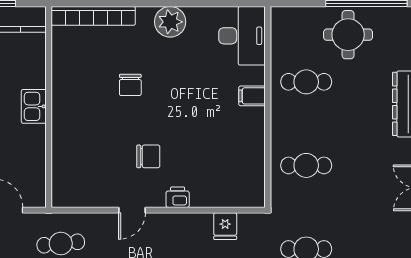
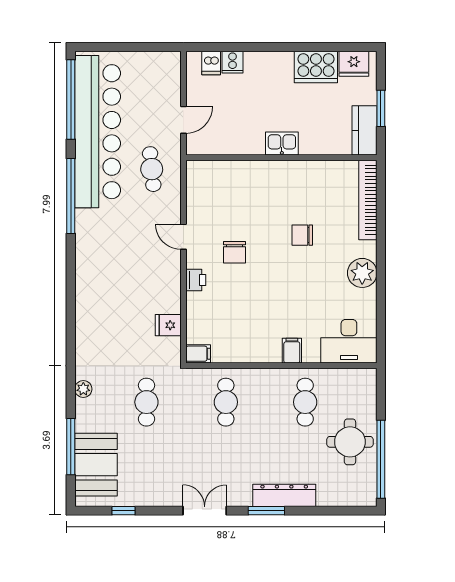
filing cabinet: (255, 195) -> (198, 354), added

